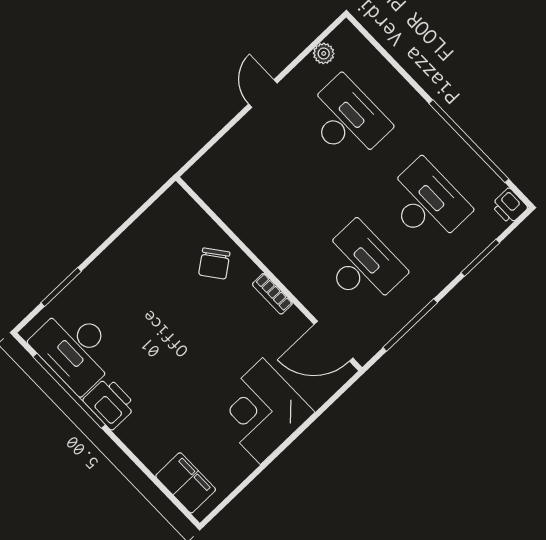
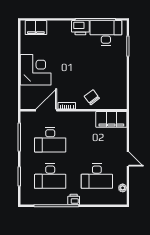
filing cabinet: (220, 191) -> (111, 119), added
printer: (509, 206) -> (74, 199), moved
door: (333, 341) -> (46, 110), moved

